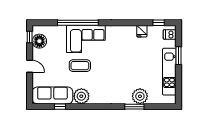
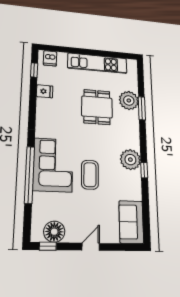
window: (178, 56) -> (77, 51), removed
dining table: (132, 71) -> (97, 107), added
sofa: (52, 95) -> (131, 222), width x0.73
plant: (81, 96) -> (130, 160), moved
window: (60, 107) -> (144, 170), moved

